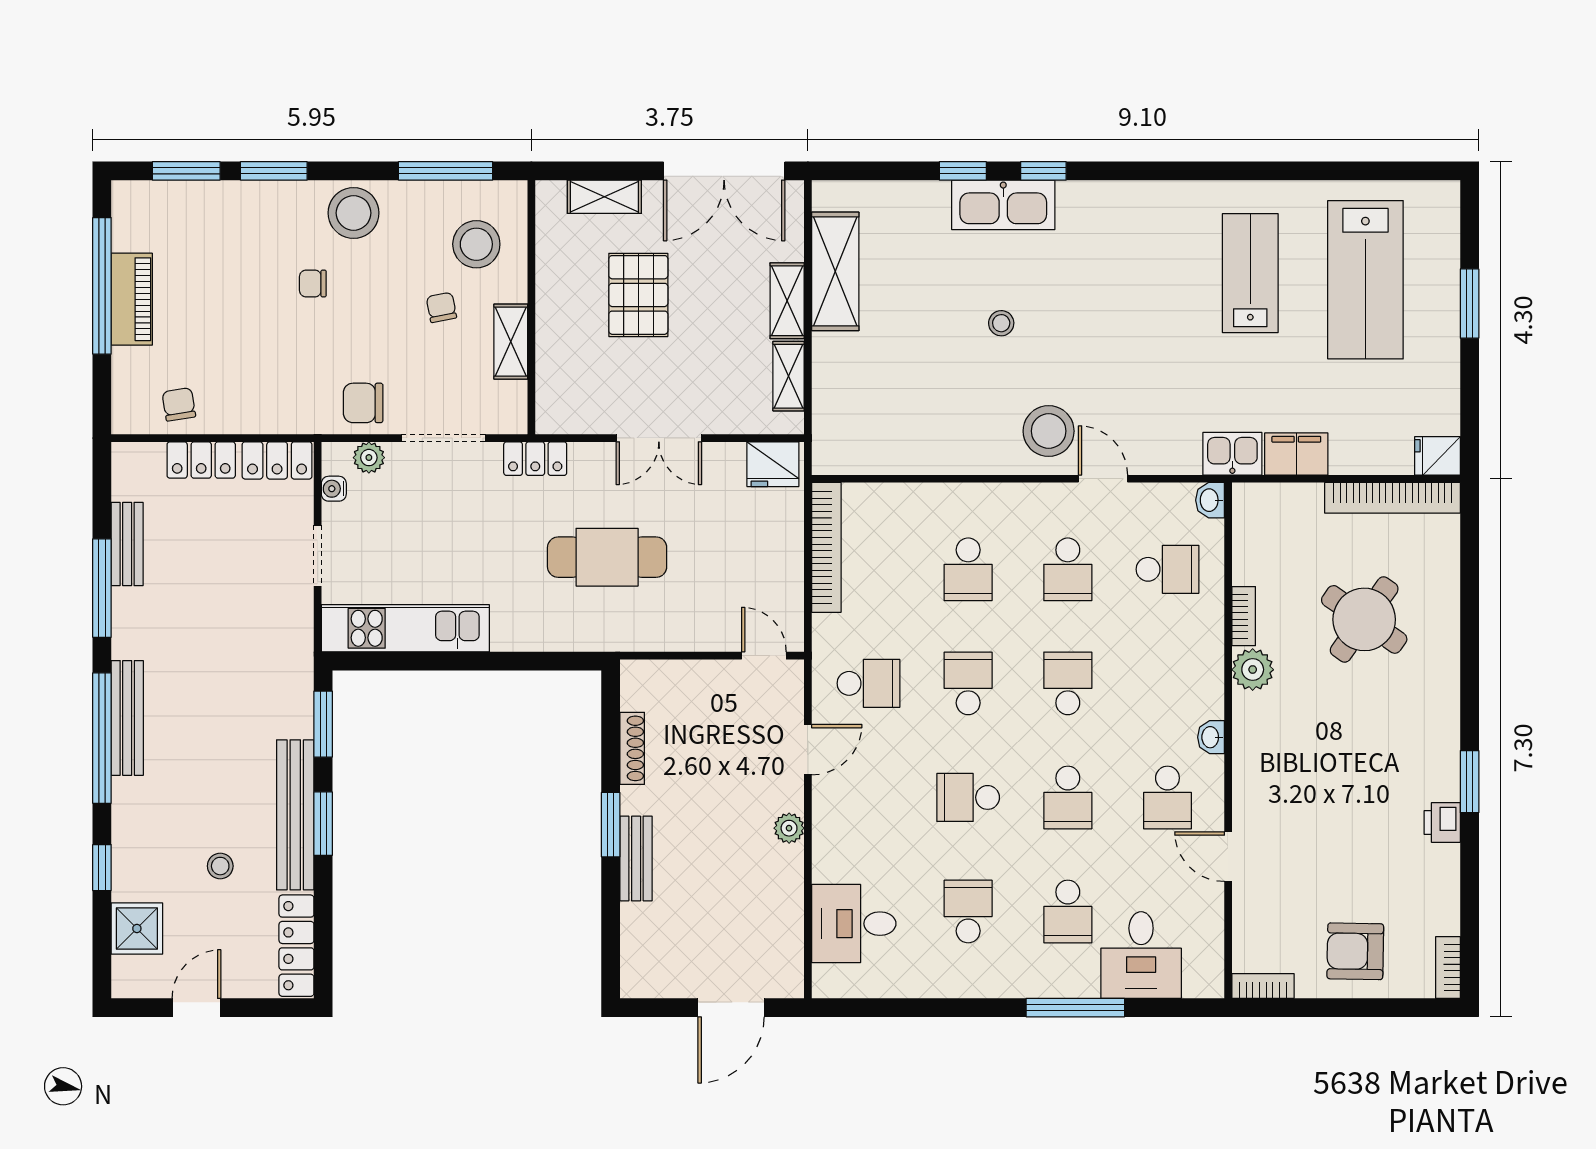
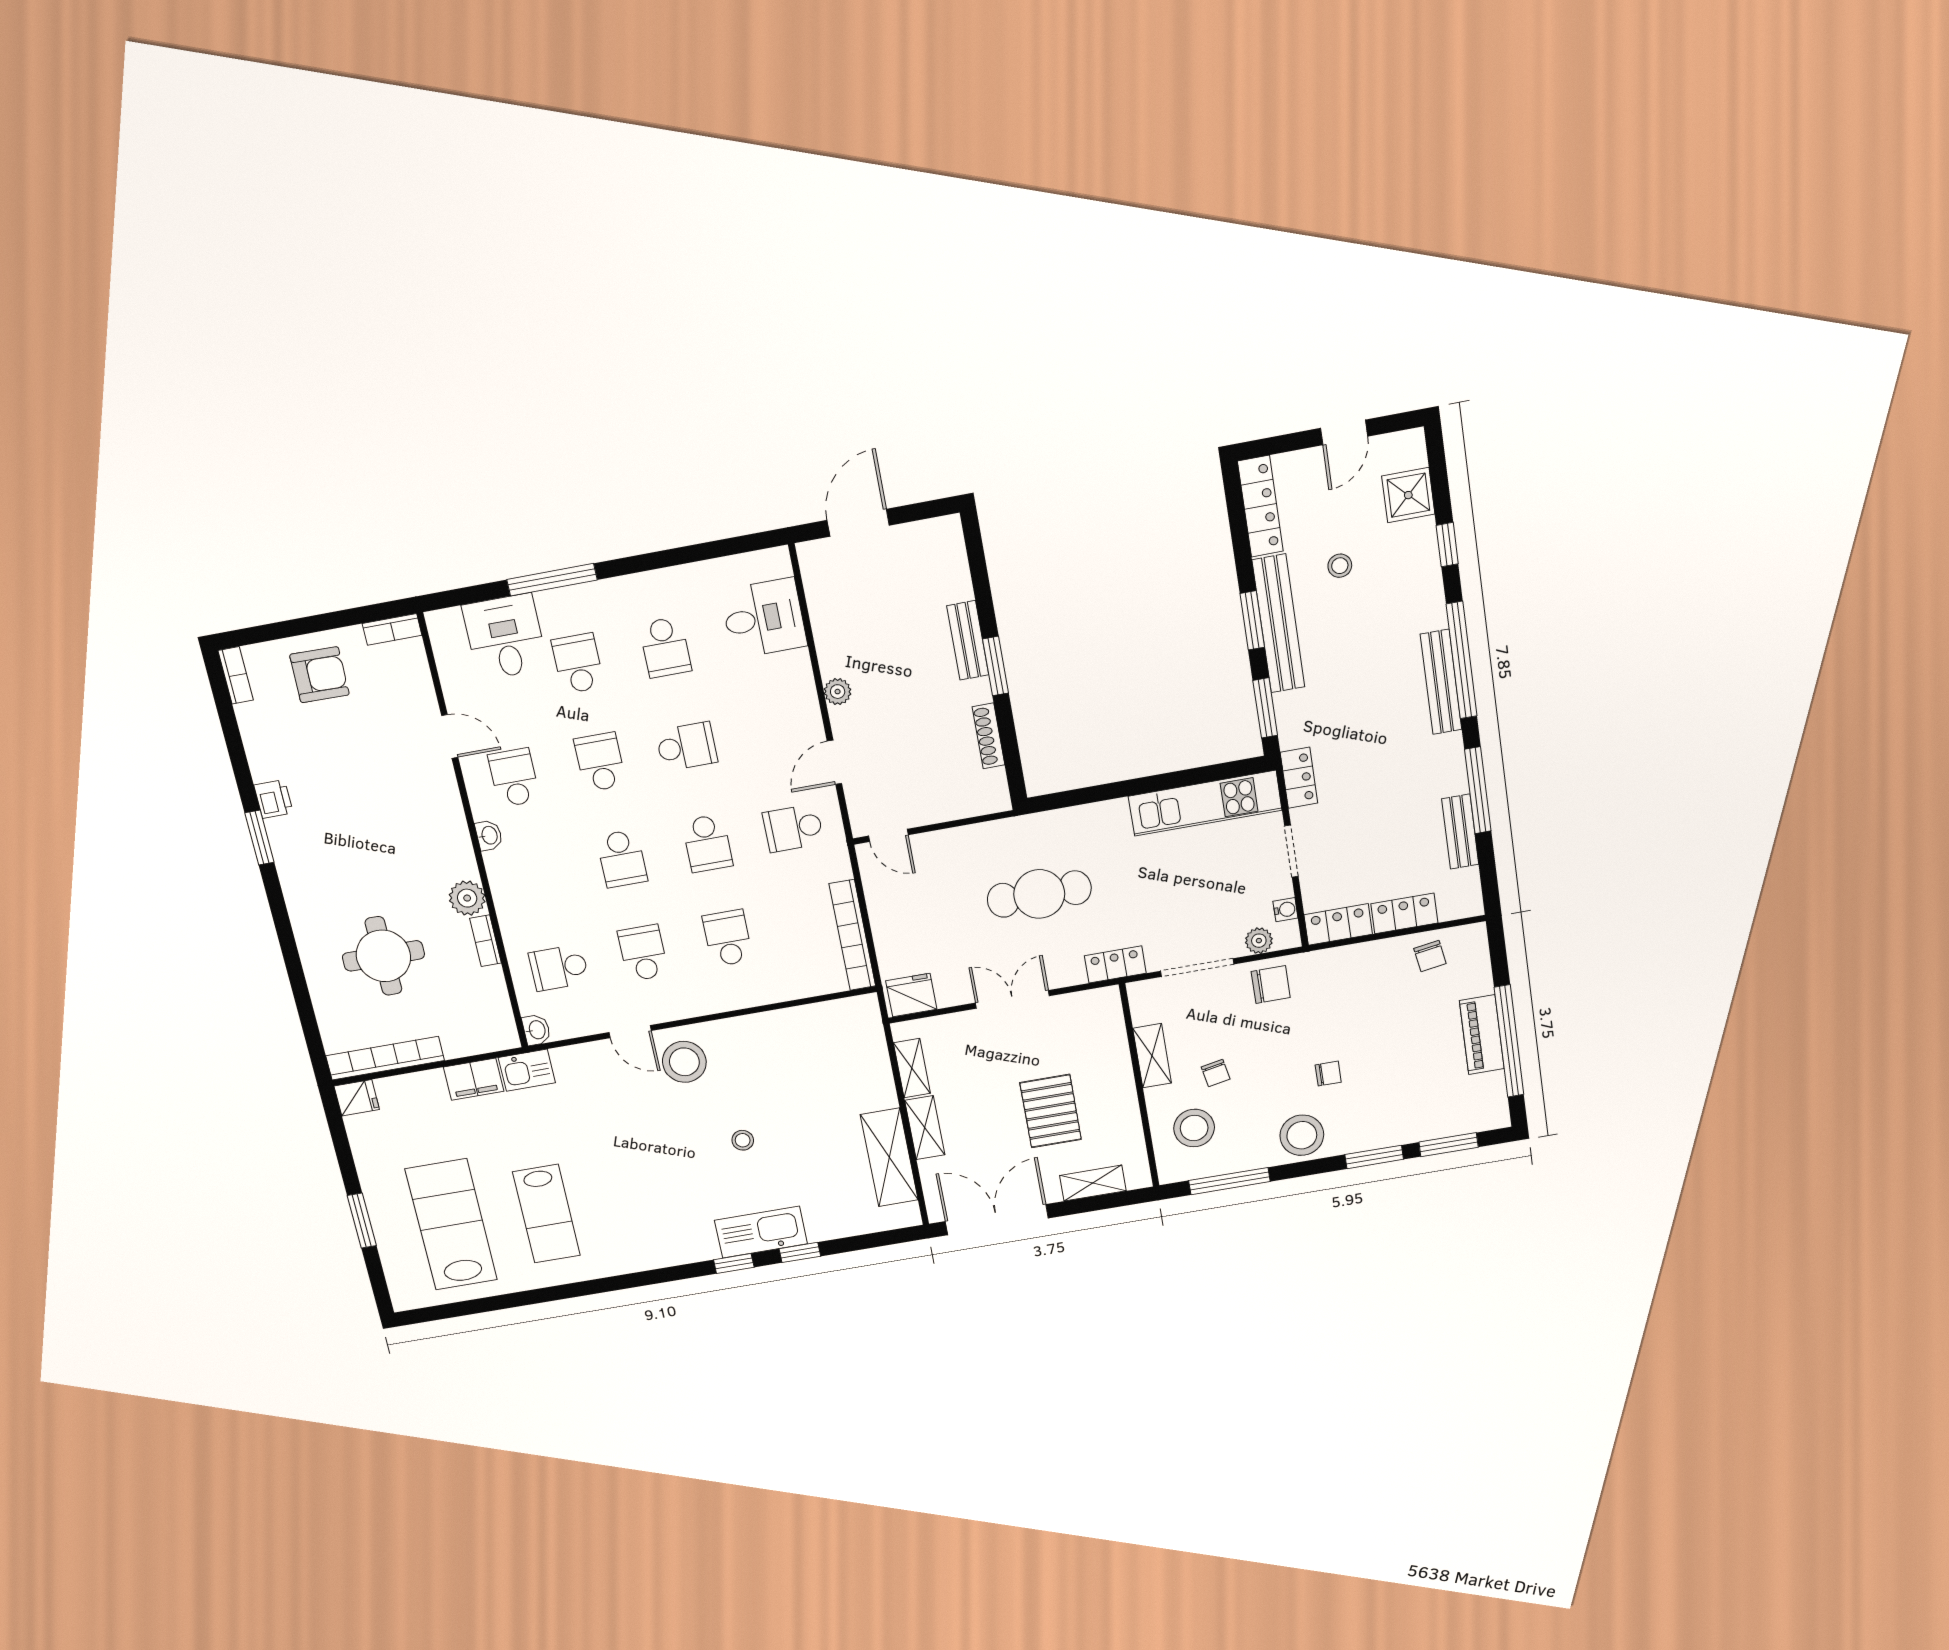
round table: (1364, 619) -> (383, 956), turned -35
locker: (297, 638) -> (1299, 778), added

